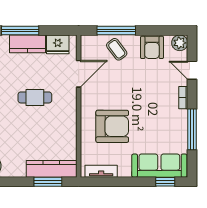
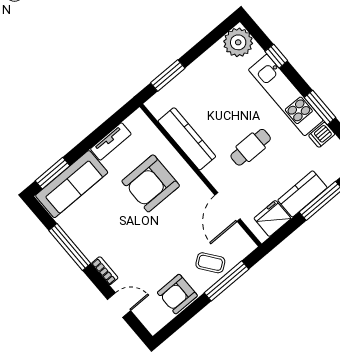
plant: (180, 43) -> (154, 322), removed
armchair: (152, 47) -> (177, 294), turned -90
kitchen counter: (52, 169) -> (187, 139), moved, turned -90
tv unit: (101, 171) -> (111, 141), moved
window: (165, 182) -> (53, 173), width x1.50

